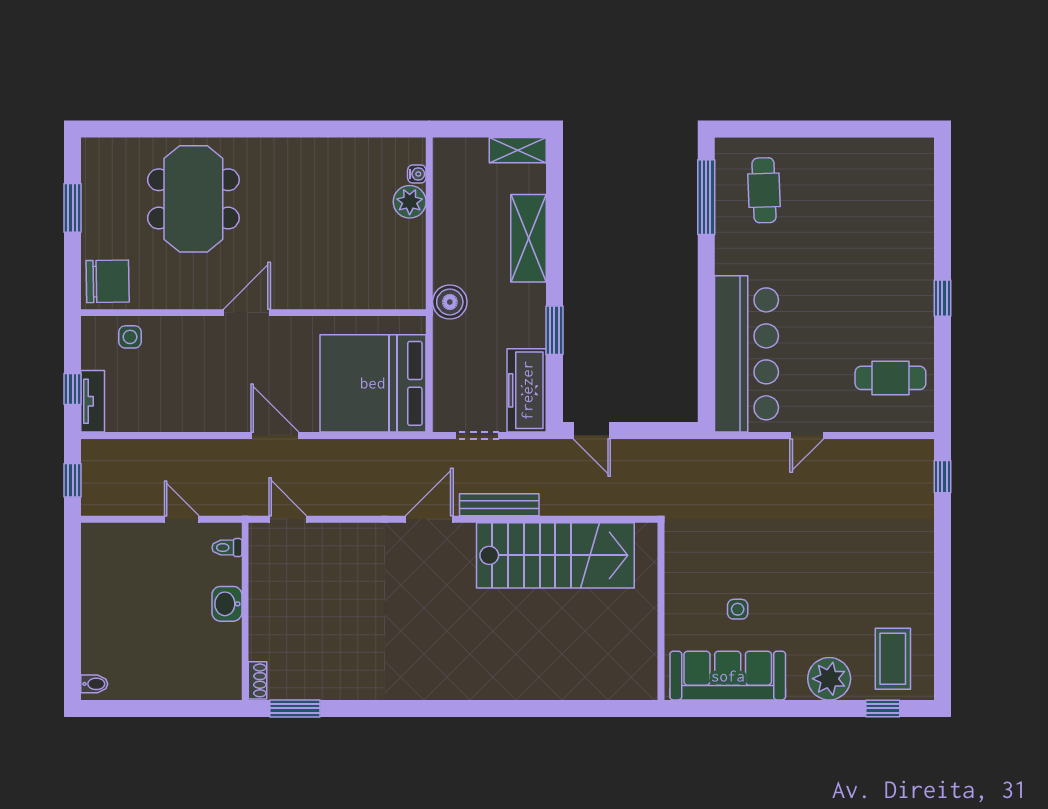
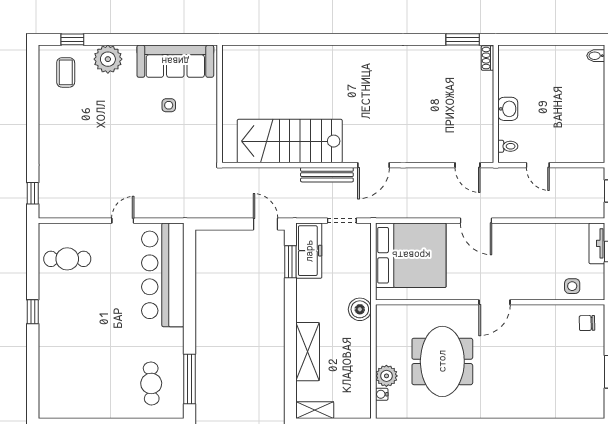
meeting table: (193, 199) -> (442, 361), moved
chair: (108, 281) -> (587, 323), width x0.54, depth x0.54
window: (554, 330) -> (290, 262), moved
coffee table: (893, 659) -> (66, 72), width x0.73, depth x0.77

